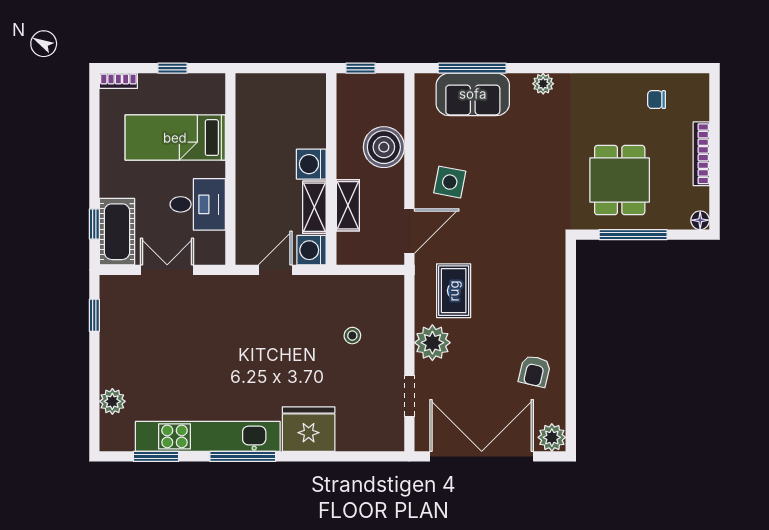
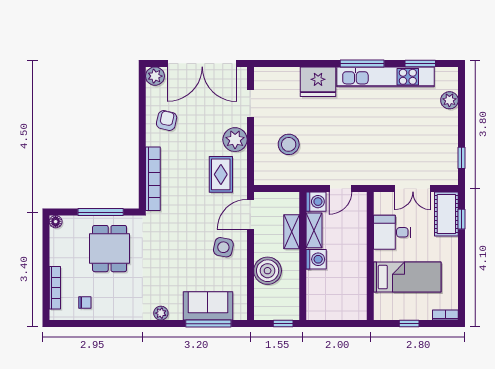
bookcase: (701, 154) -> (55, 288), moved
bookcase: (555, 284) -> (153, 179), added
stool: (352, 336) -> (289, 144), width x1.89, depth x1.89

